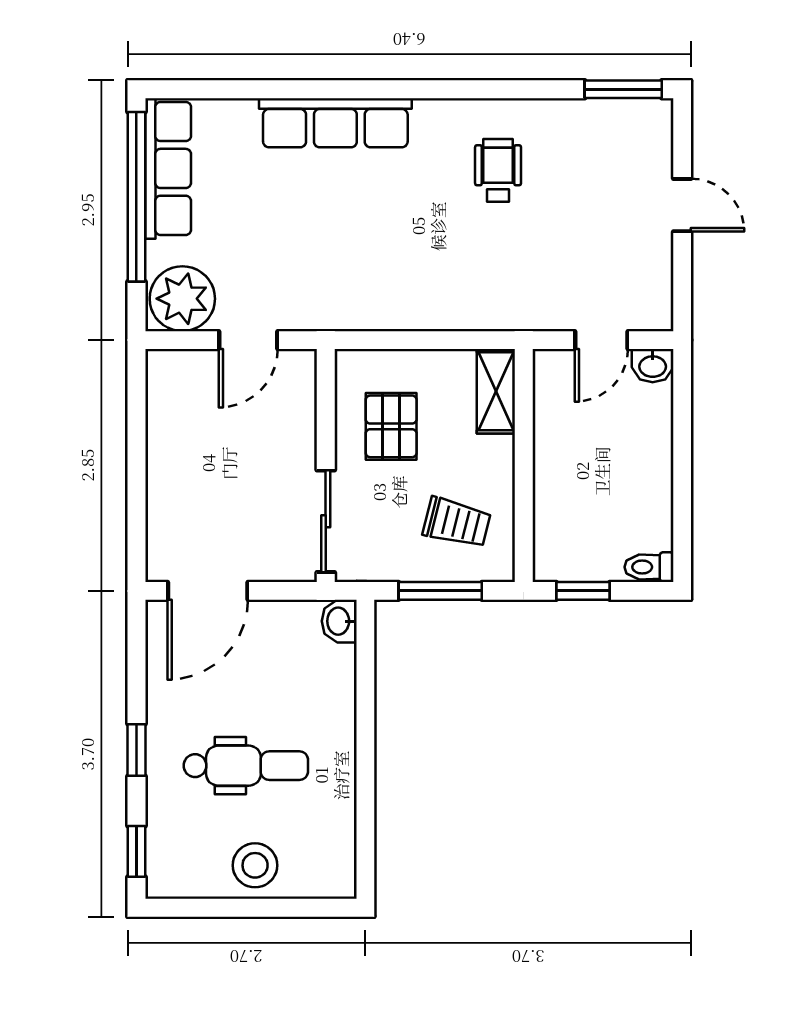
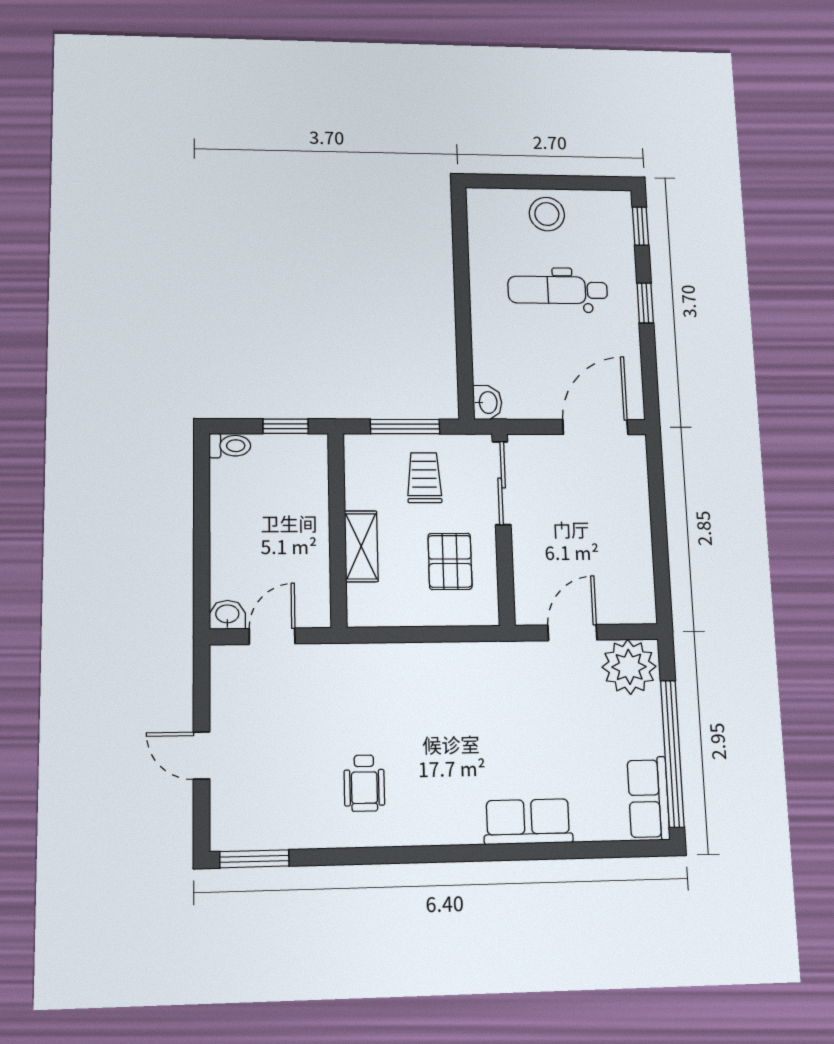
row of seats: (335, 123) -> (528, 822), width x0.68
row of seats: (168, 168) -> (648, 798), width x0.68
shelving: (496, 391) -> (361, 546), moved
trolley: (457, 523) -> (424, 478), moved, turned 76

